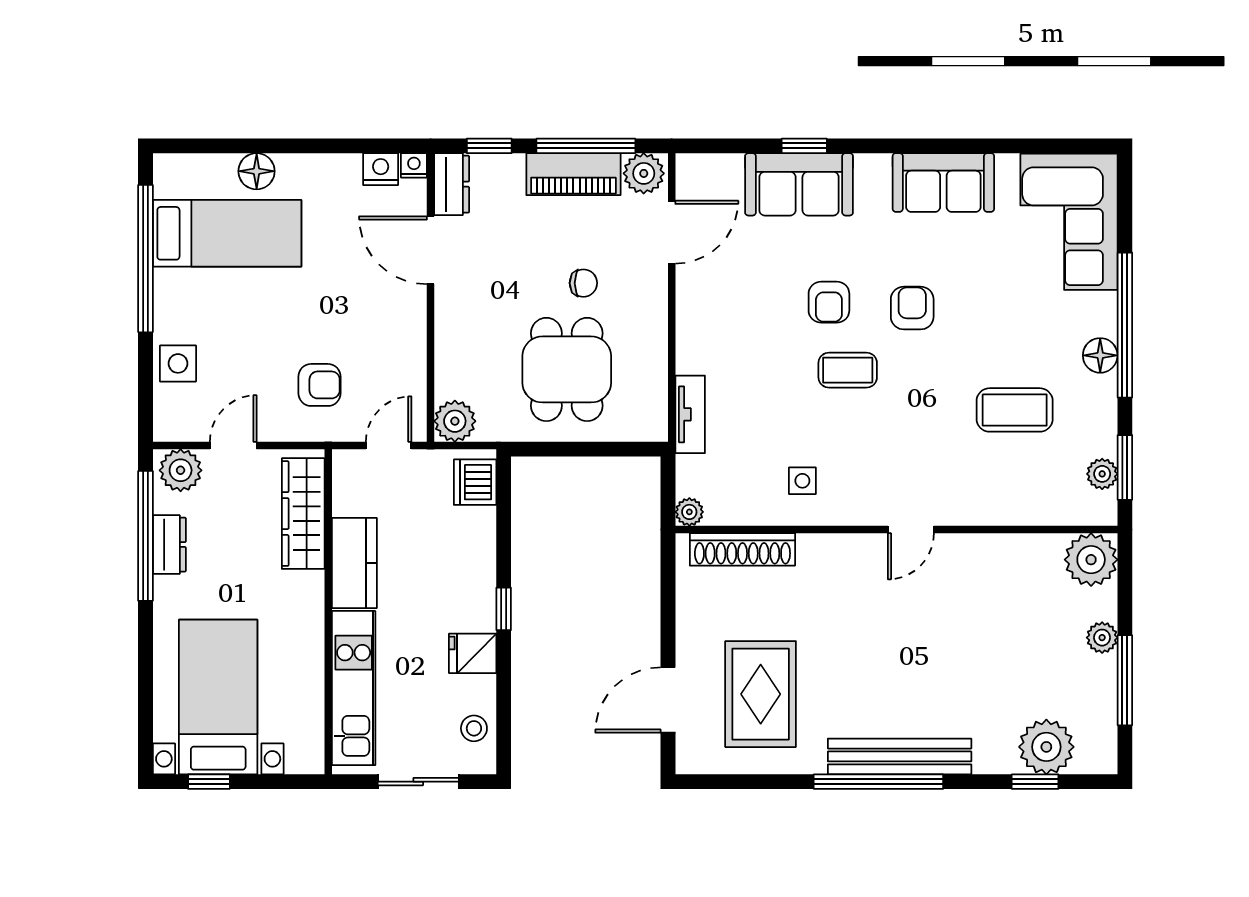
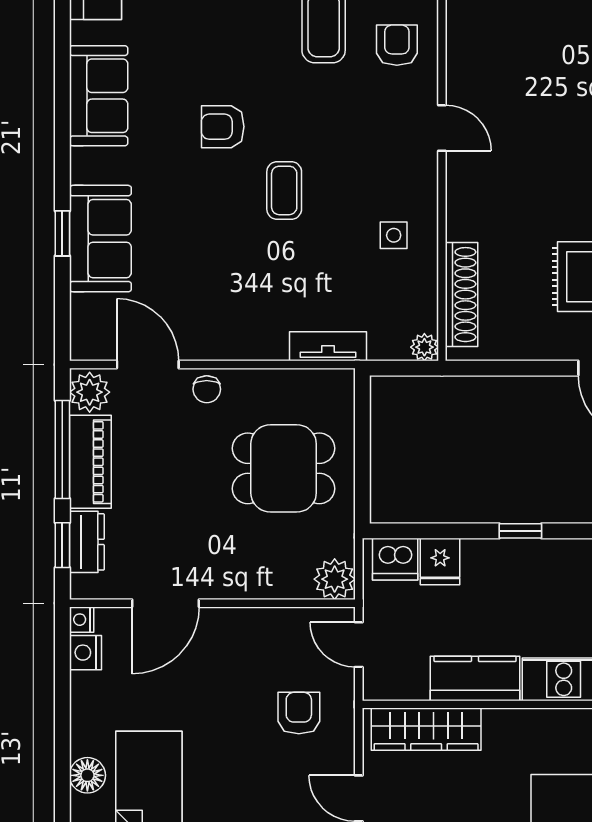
dresser: (452, 184) -> (87, 542), moved, turned 90
chair: (583, 283) -> (207, 389), moved, turned 180
armchair: (829, 302) -> (397, 45), moved, turned -90
fridge: (473, 653) -> (440, 562), moved

